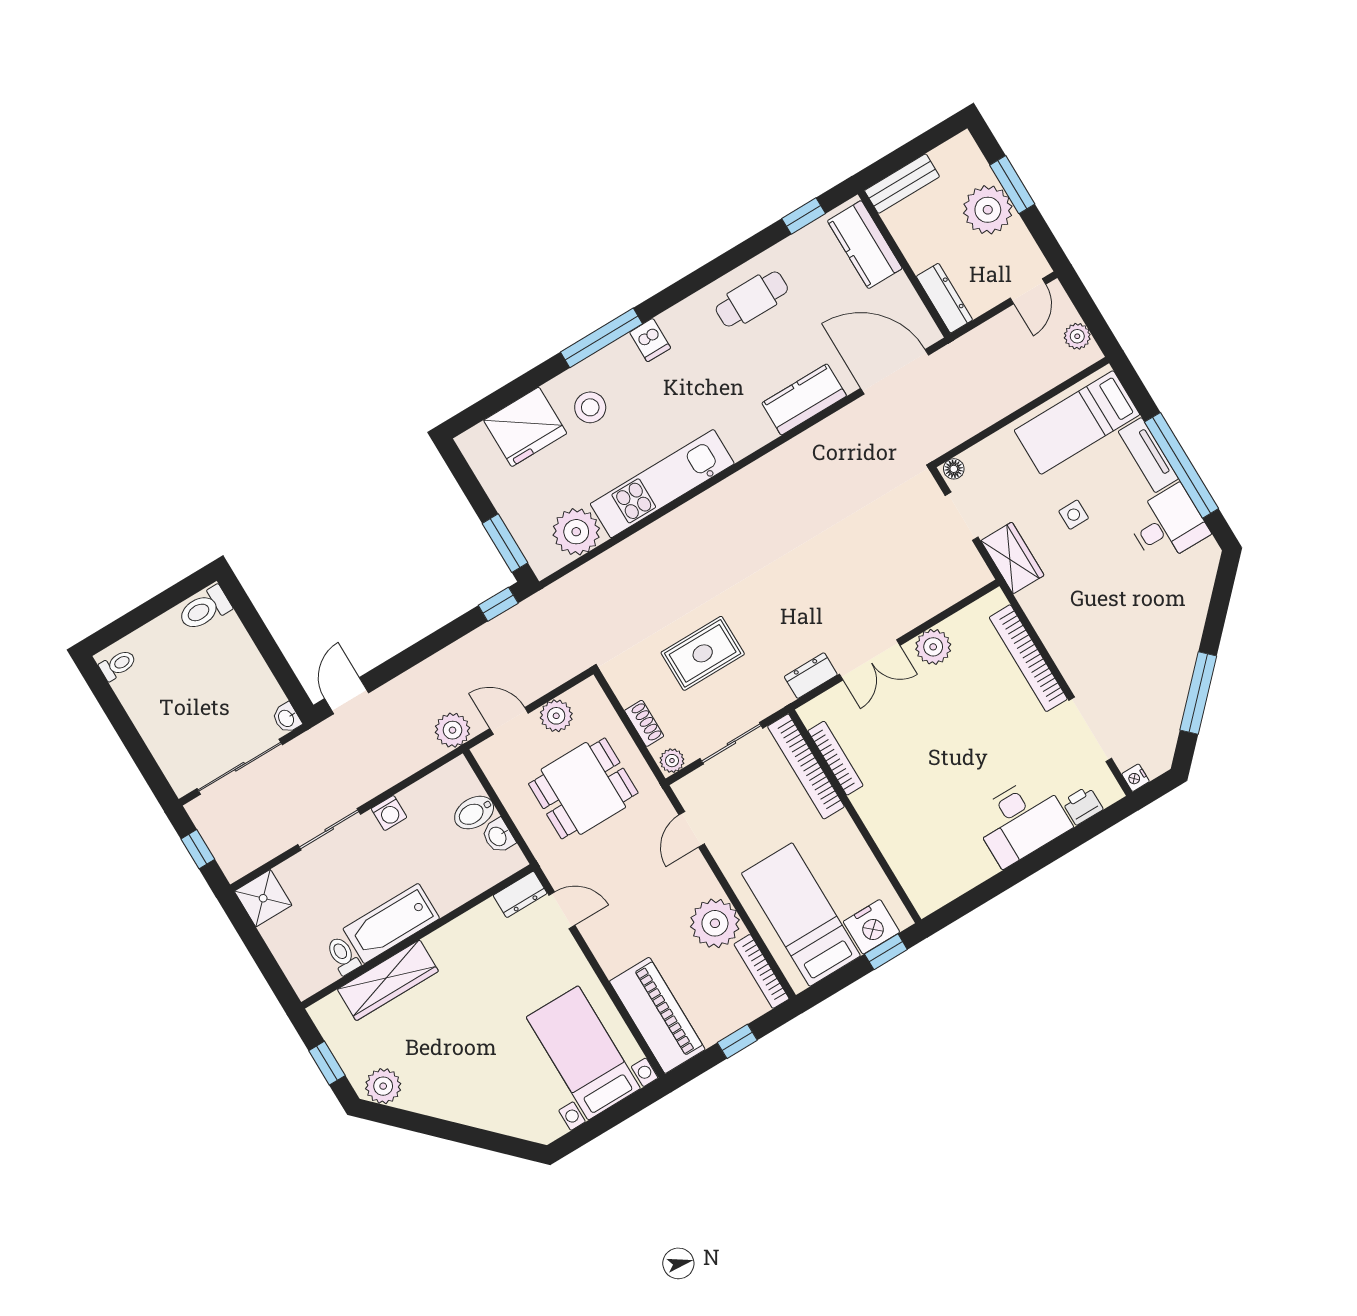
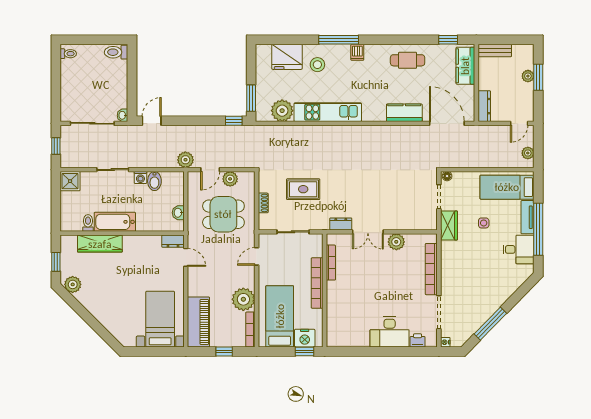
plant: (988, 210) -> (528, 76), width x0.53, depth x0.53
door: (509, 721) -> (210, 170), swing flipped
plant: (672, 761) -> (265, 224), removed
bookcase: (806, 766) -> (317, 283), moved
bidet: (474, 813) -> (154, 181), moved, turned -90

